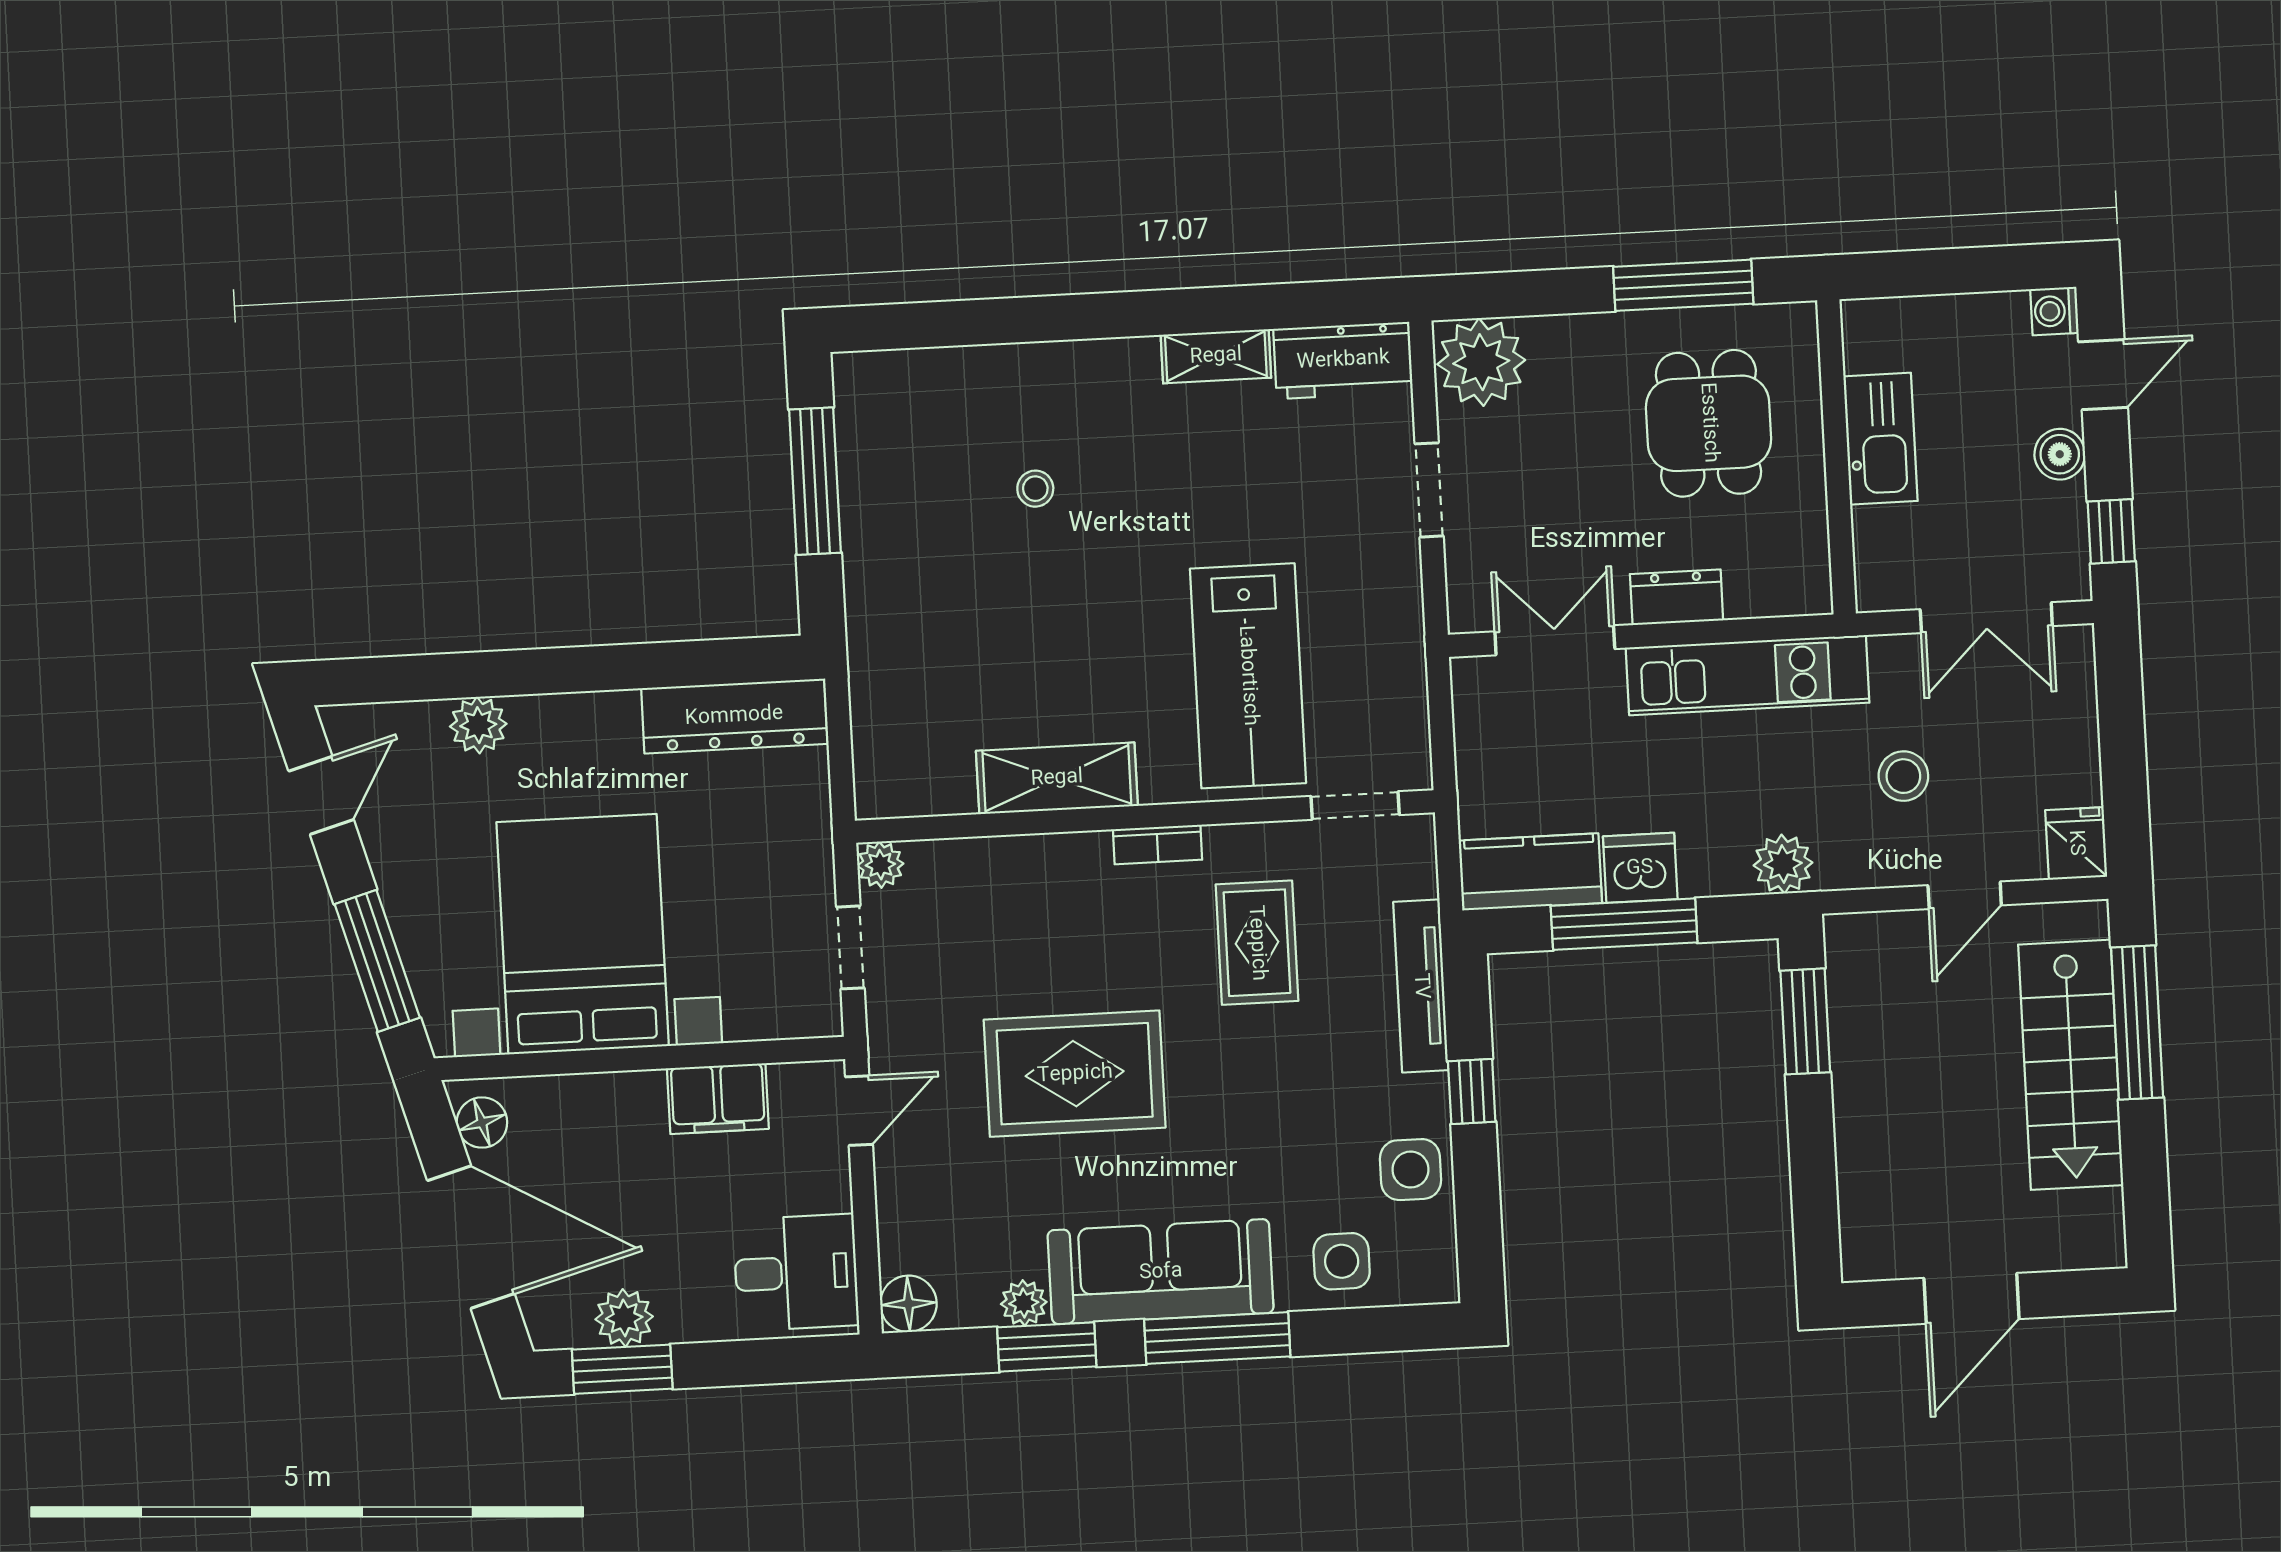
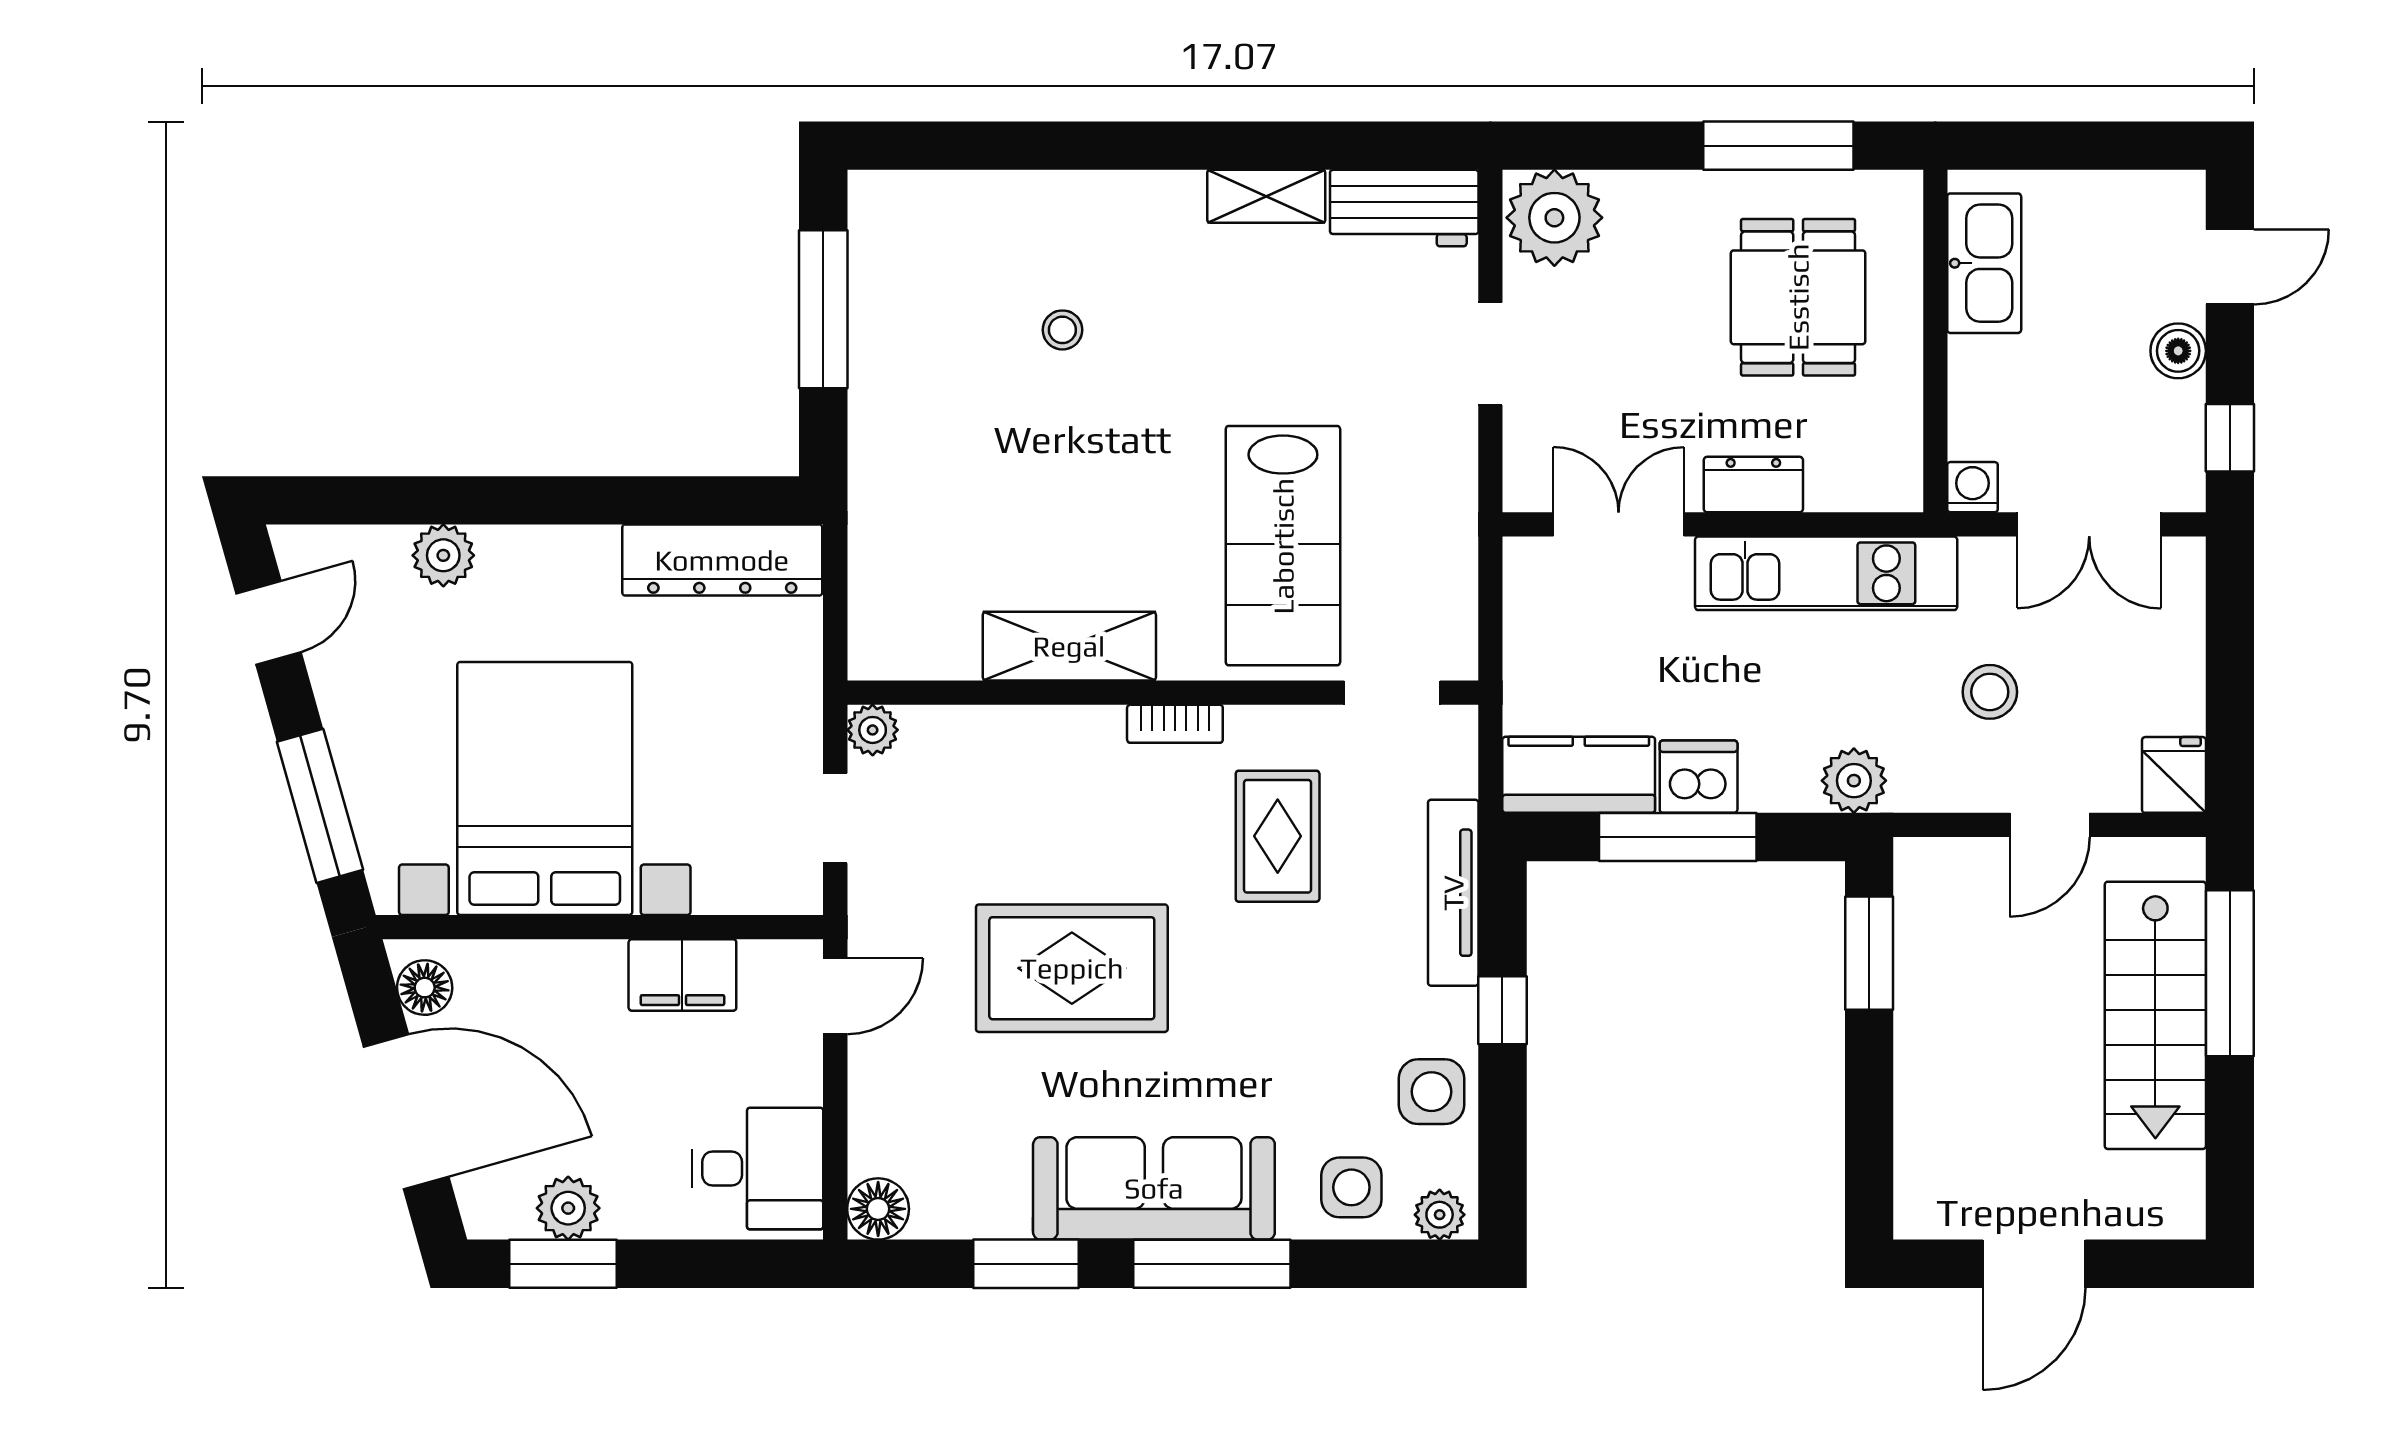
washing machine: (2054, 311) -> (1972, 487), moved, turned 90
kitchen sink: (1880, 439) -> (1984, 263), moved
plant: (1024, 1303) -> (1440, 1215), moved

